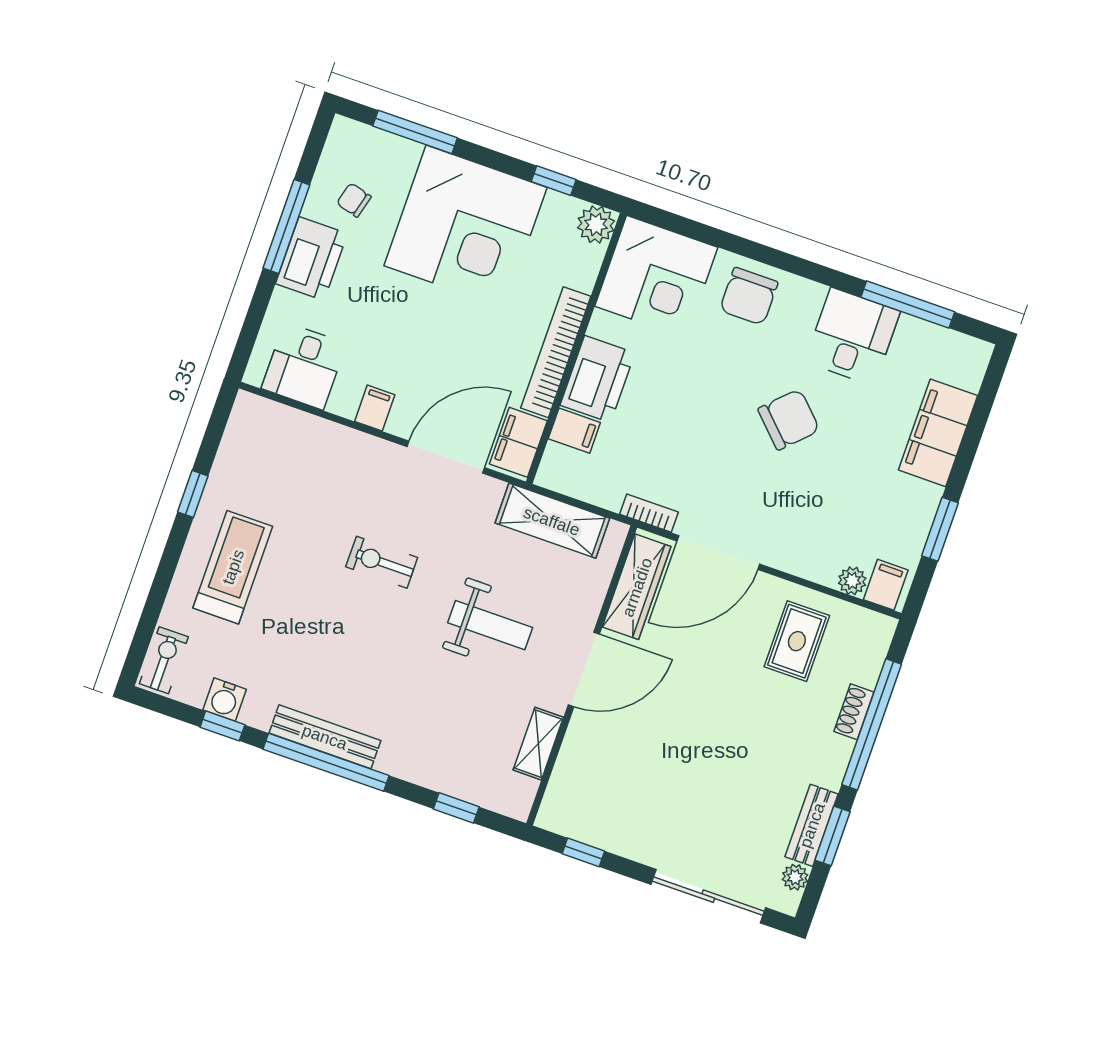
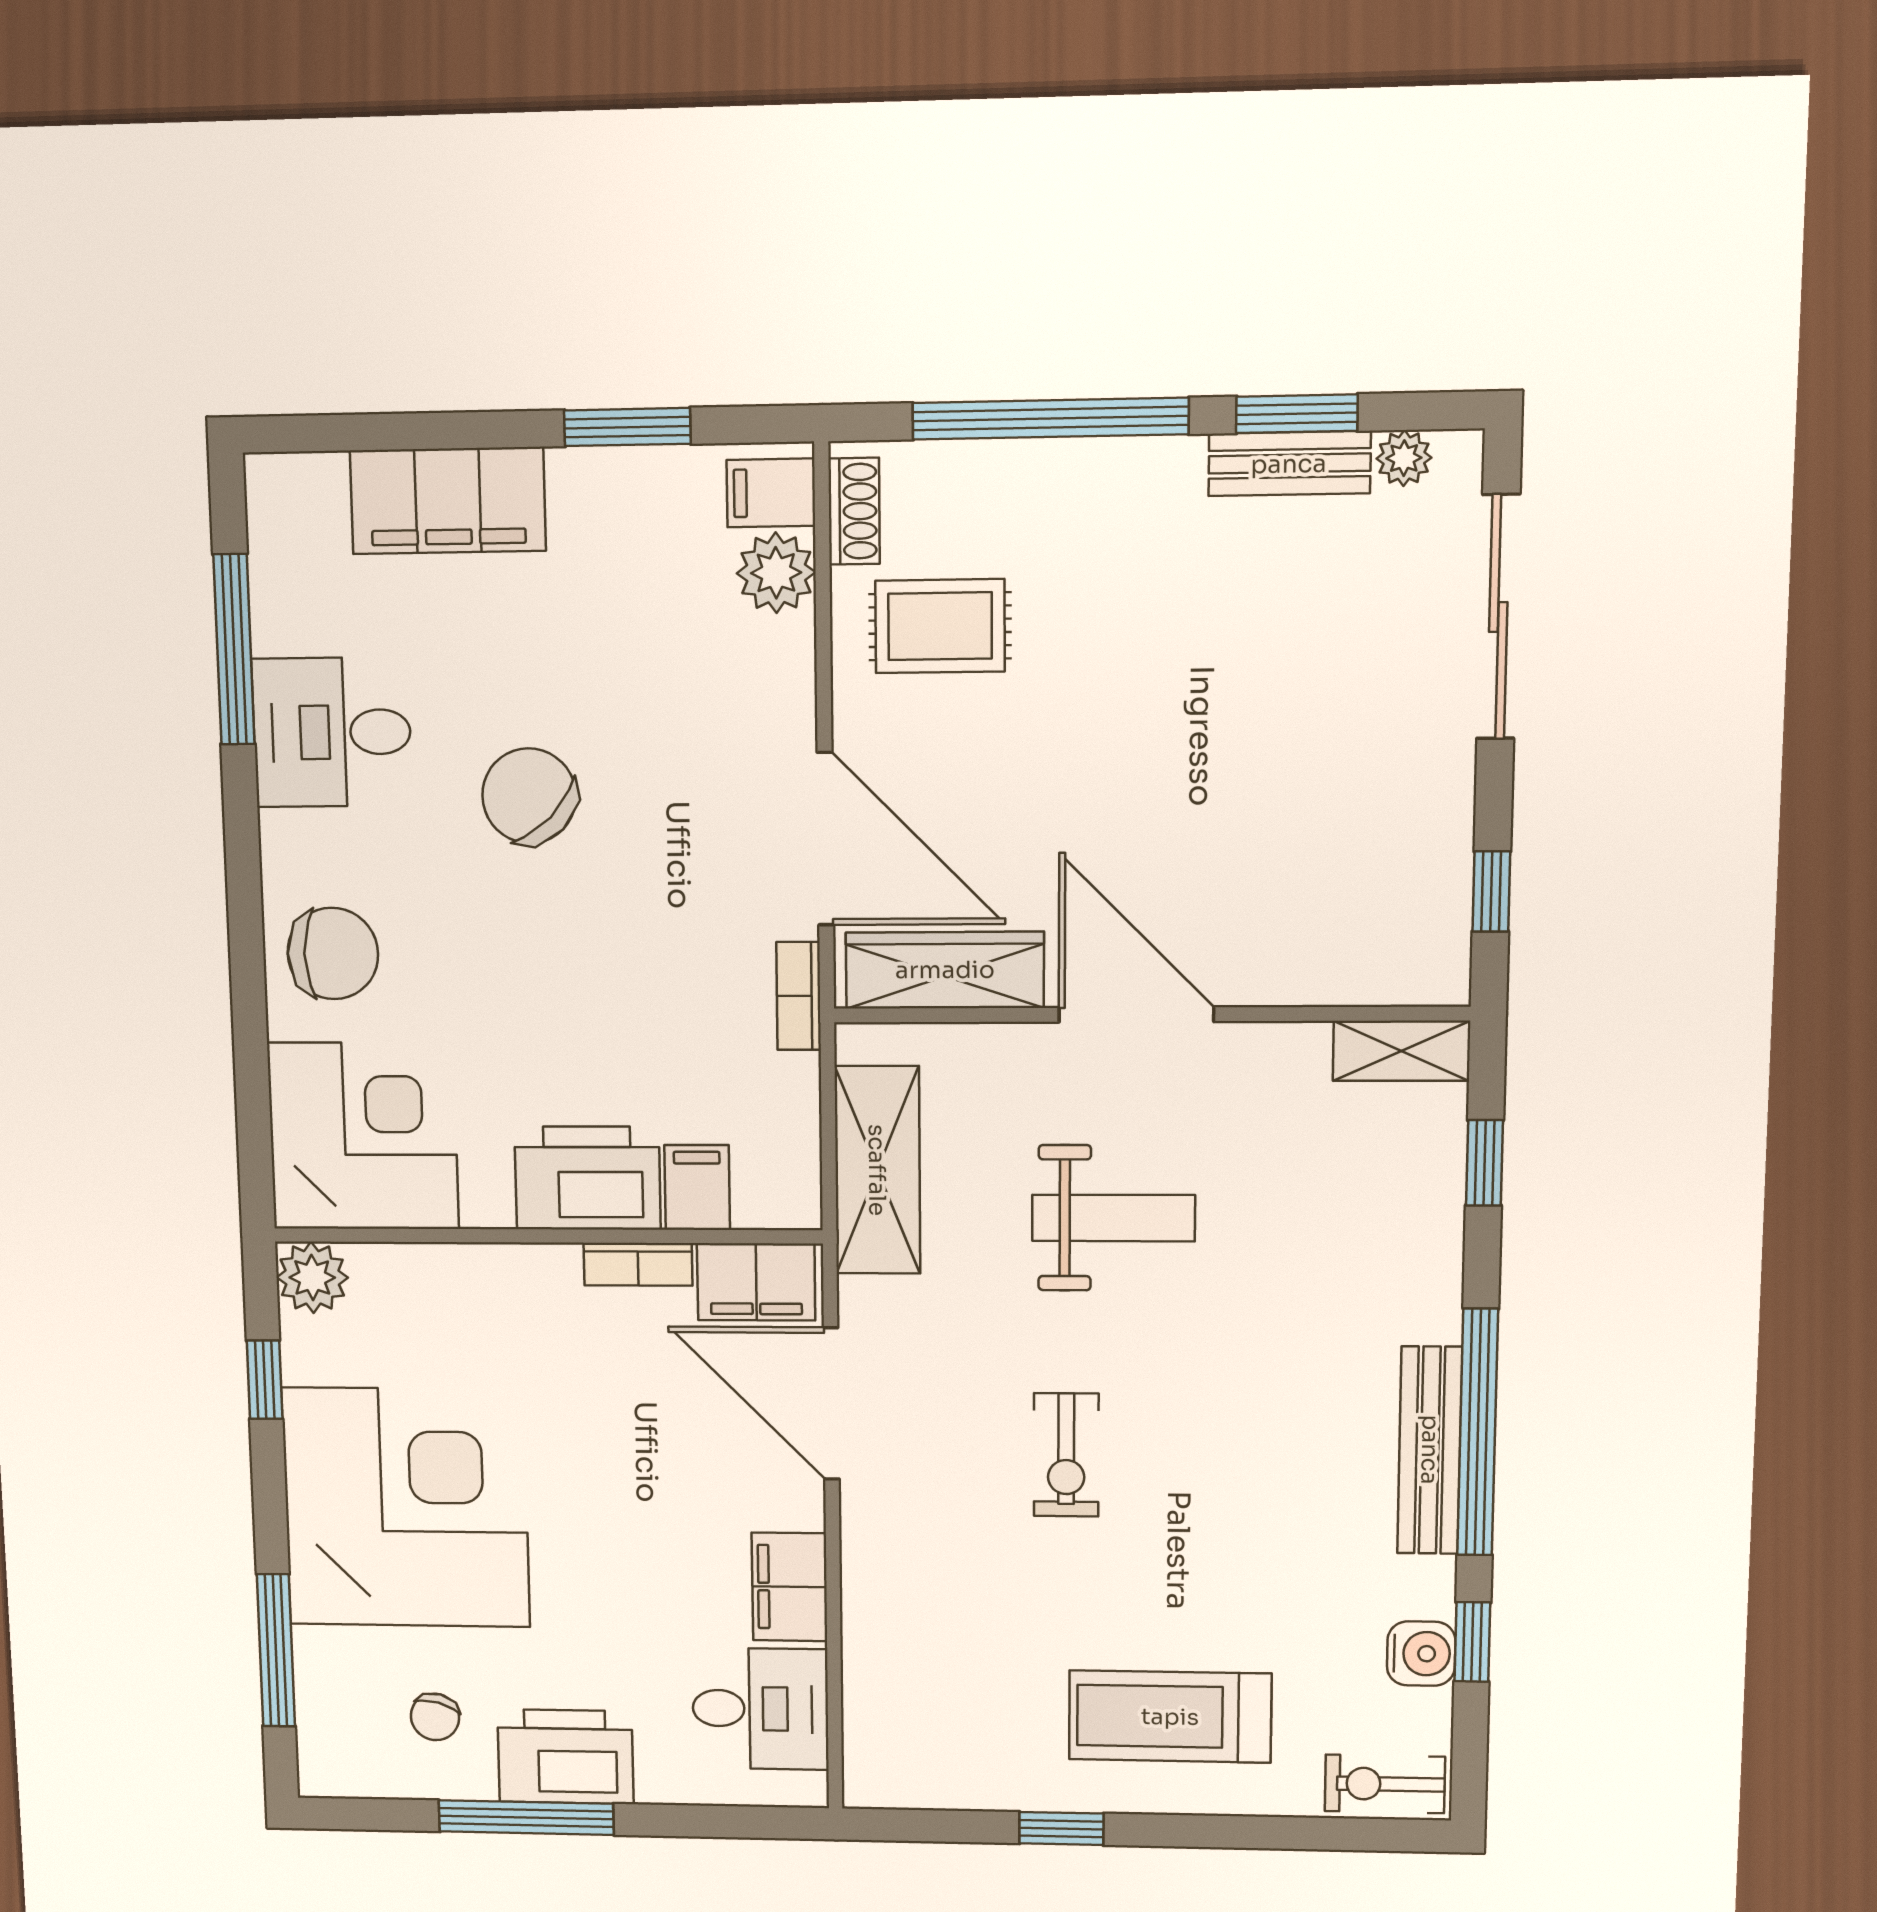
bookcase: (556, 352) -> (638, 1264), width x0.43, depth x0.76
filing cabinet: (375, 408) -> (790, 1587), width x2.00
plant: (852, 581) -> (776, 573), width x1.38, depth x1.38
weight bench: (490, 625) -> (1113, 1218), turned 90
shoe rack: (854, 712) -> (854, 511), moved, turned -90
shelving: (538, 744) -> (1401, 1051), moved

